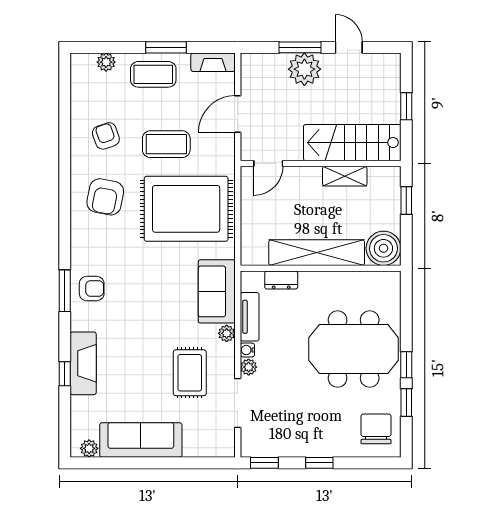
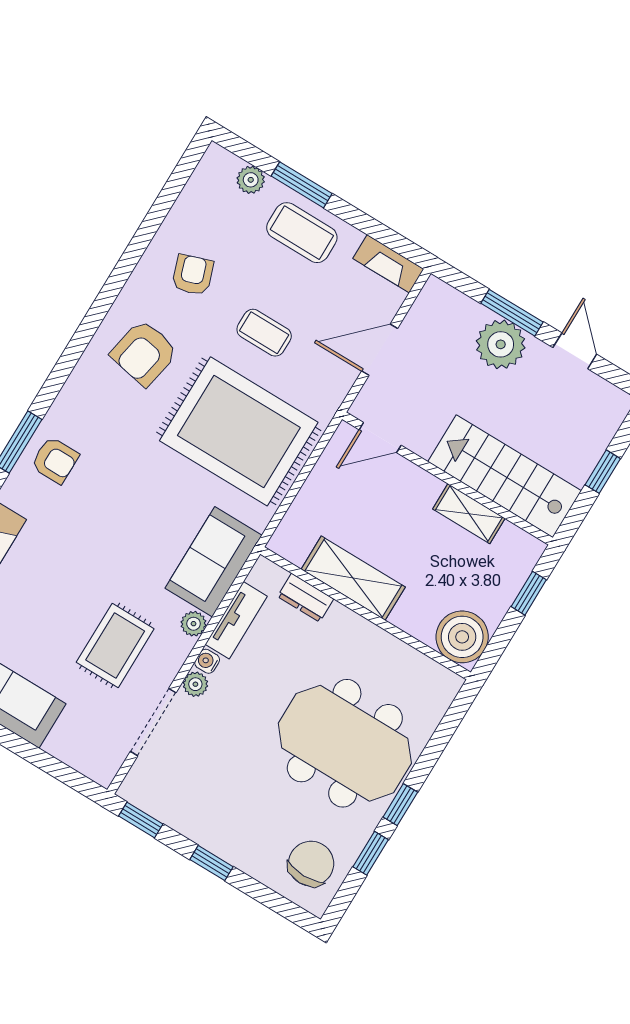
window: (166, 47) -> (302, 185), moved
coffee table: (166, 144) -> (264, 333), width x0.73, depth x0.77
shelving: (317, 253) -> (353, 578), width x0.68

